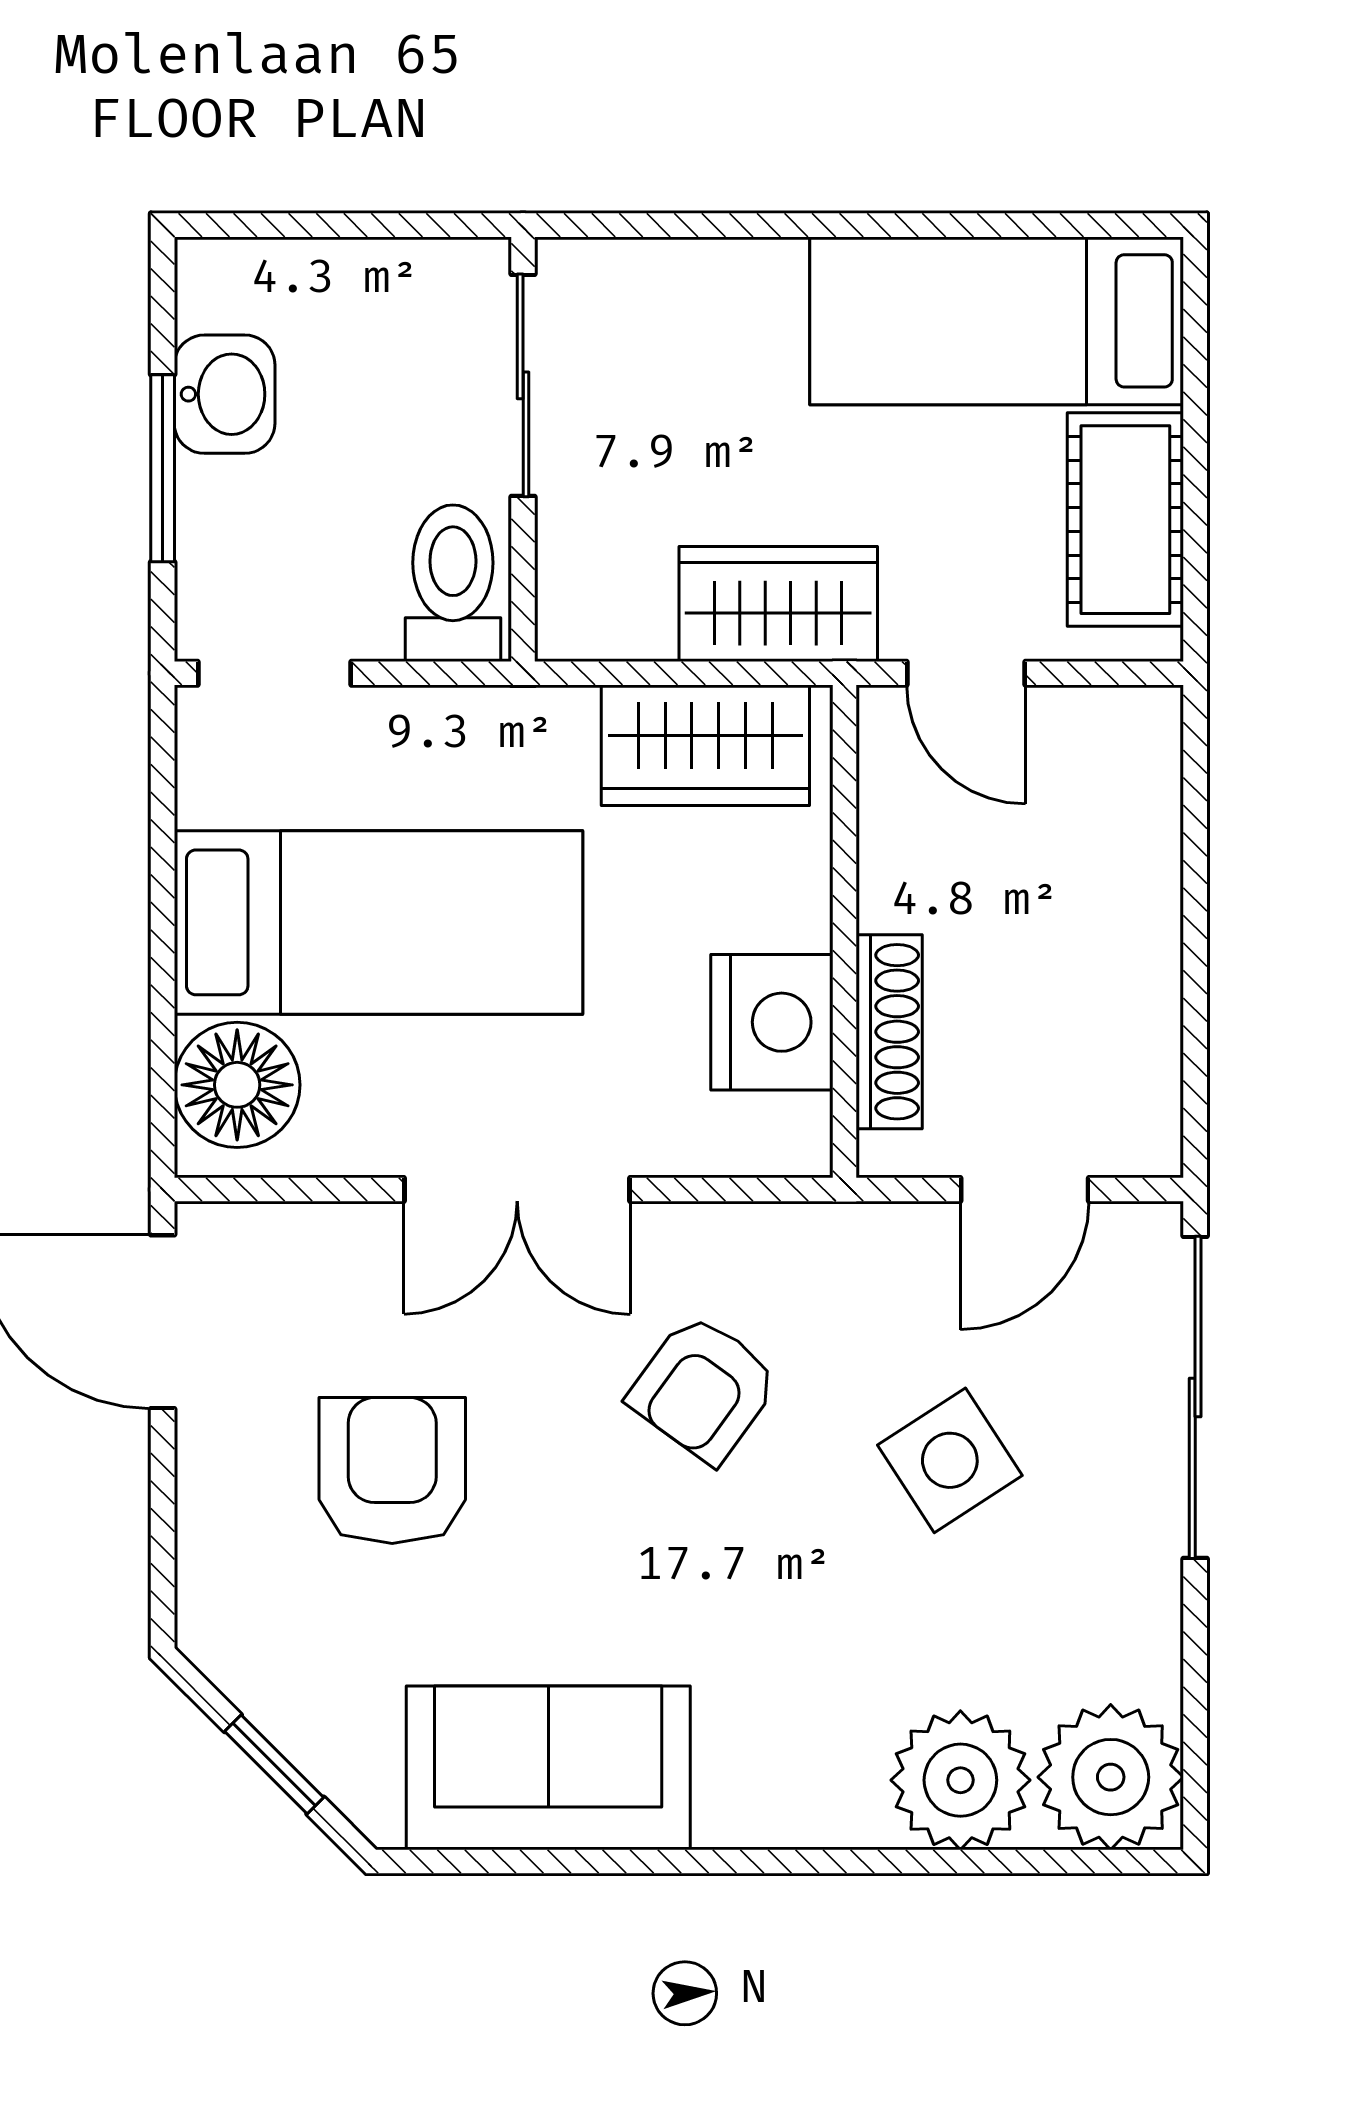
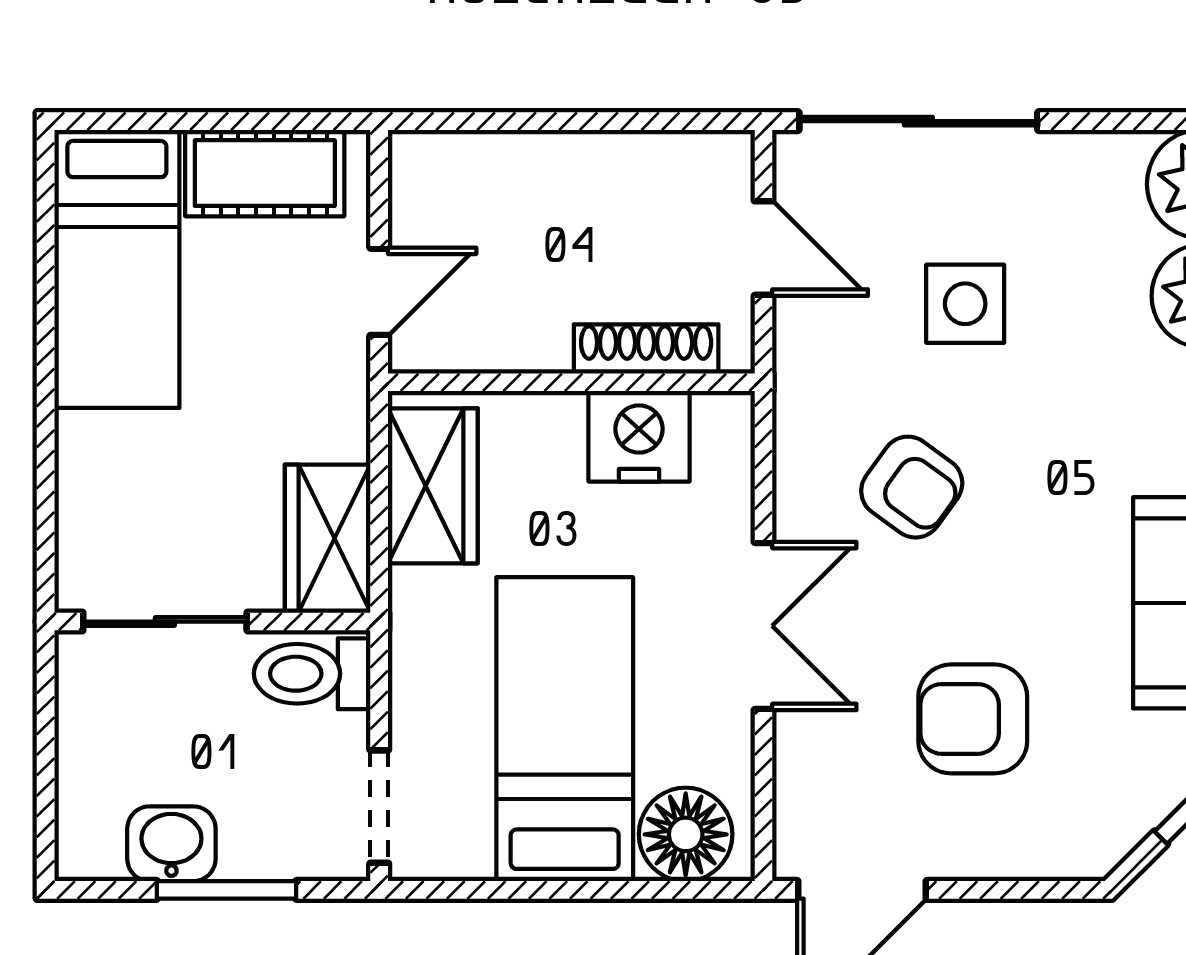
wardrobe: (778, 604) -> (328, 538), moved
side table: (950, 1460) -> (965, 304), turned 33

